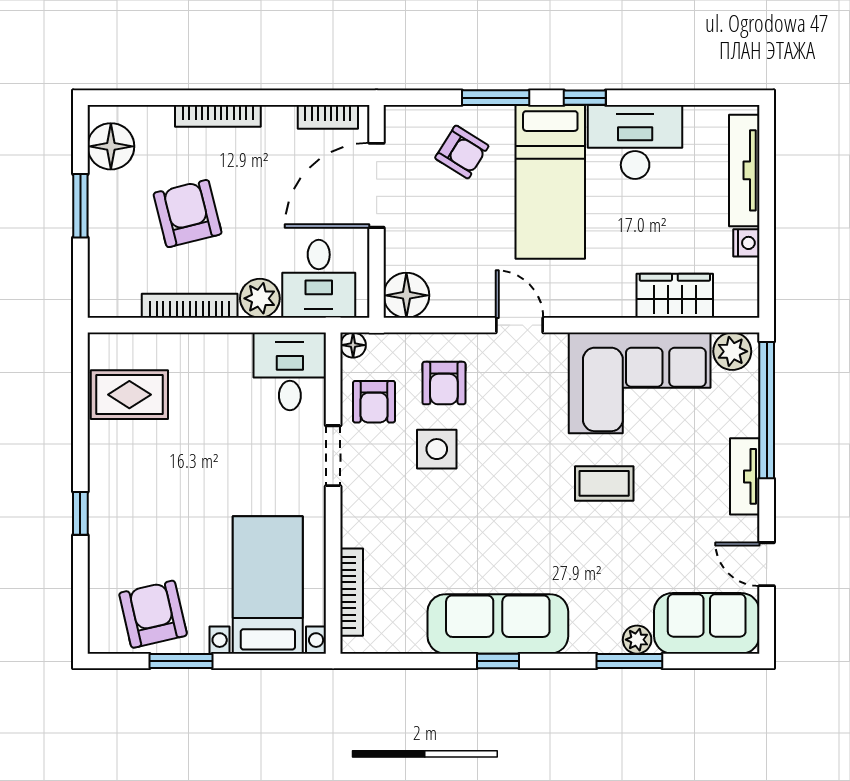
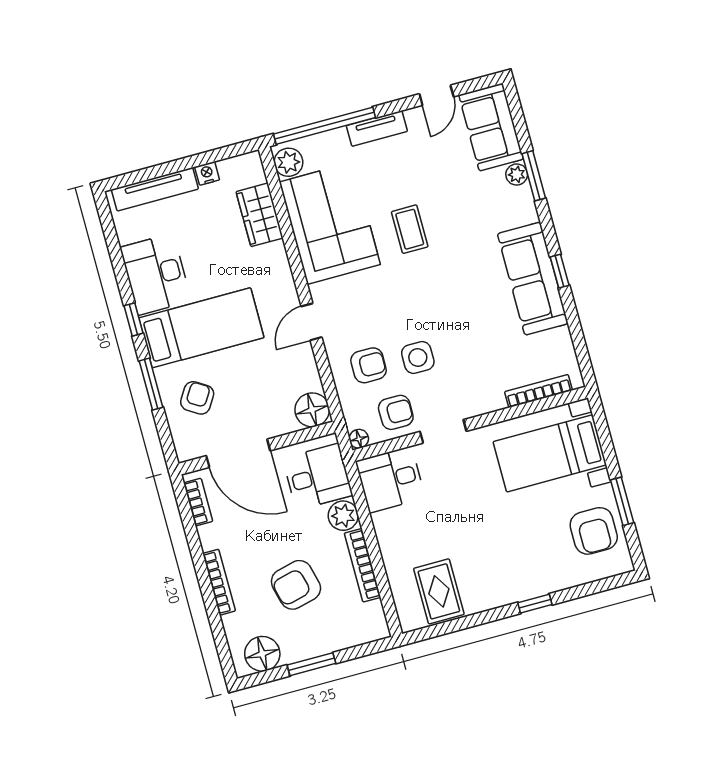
armchair: (153, 614) -> (594, 531), turned -77

